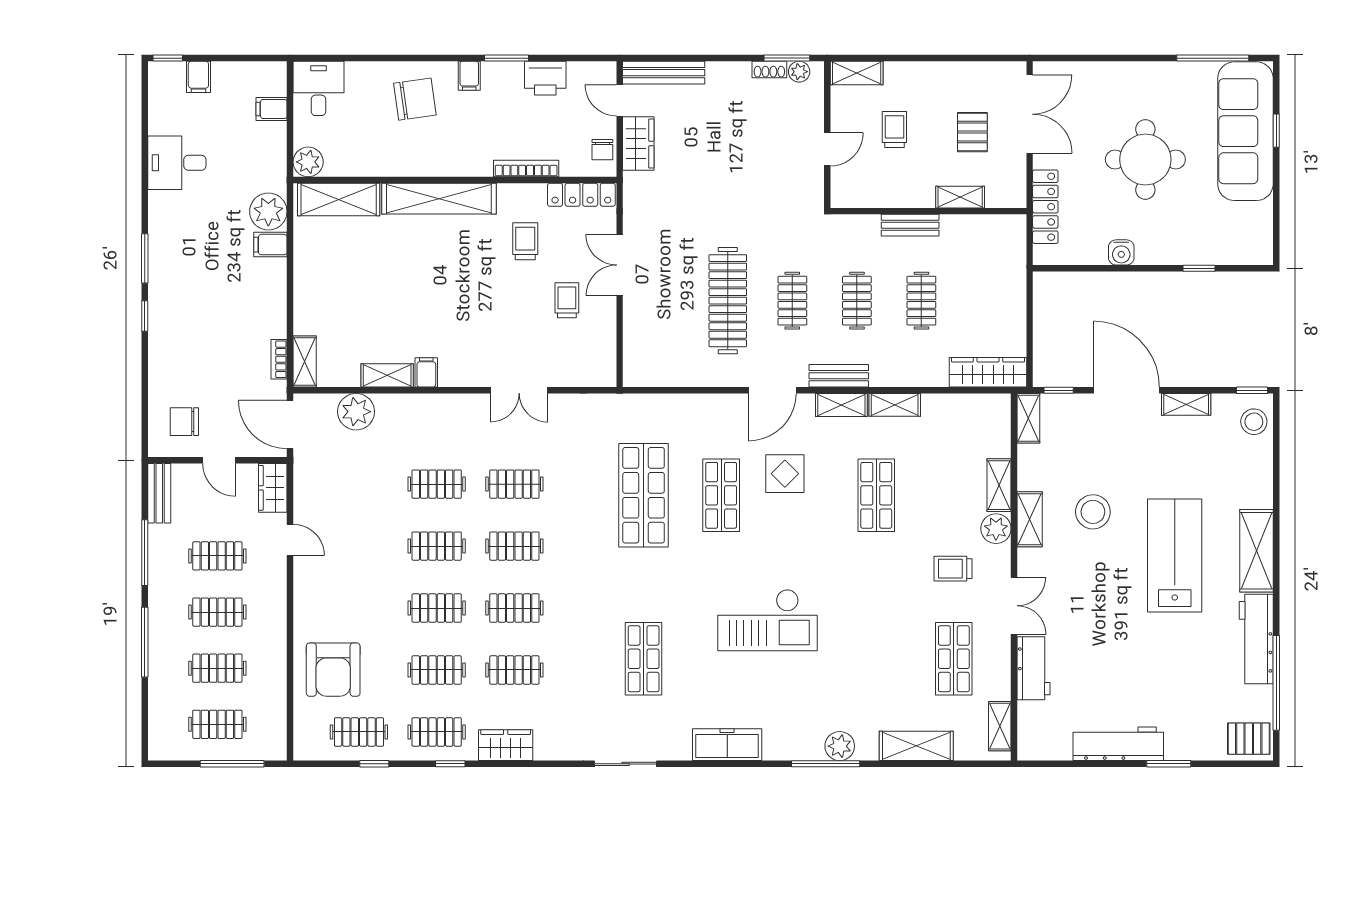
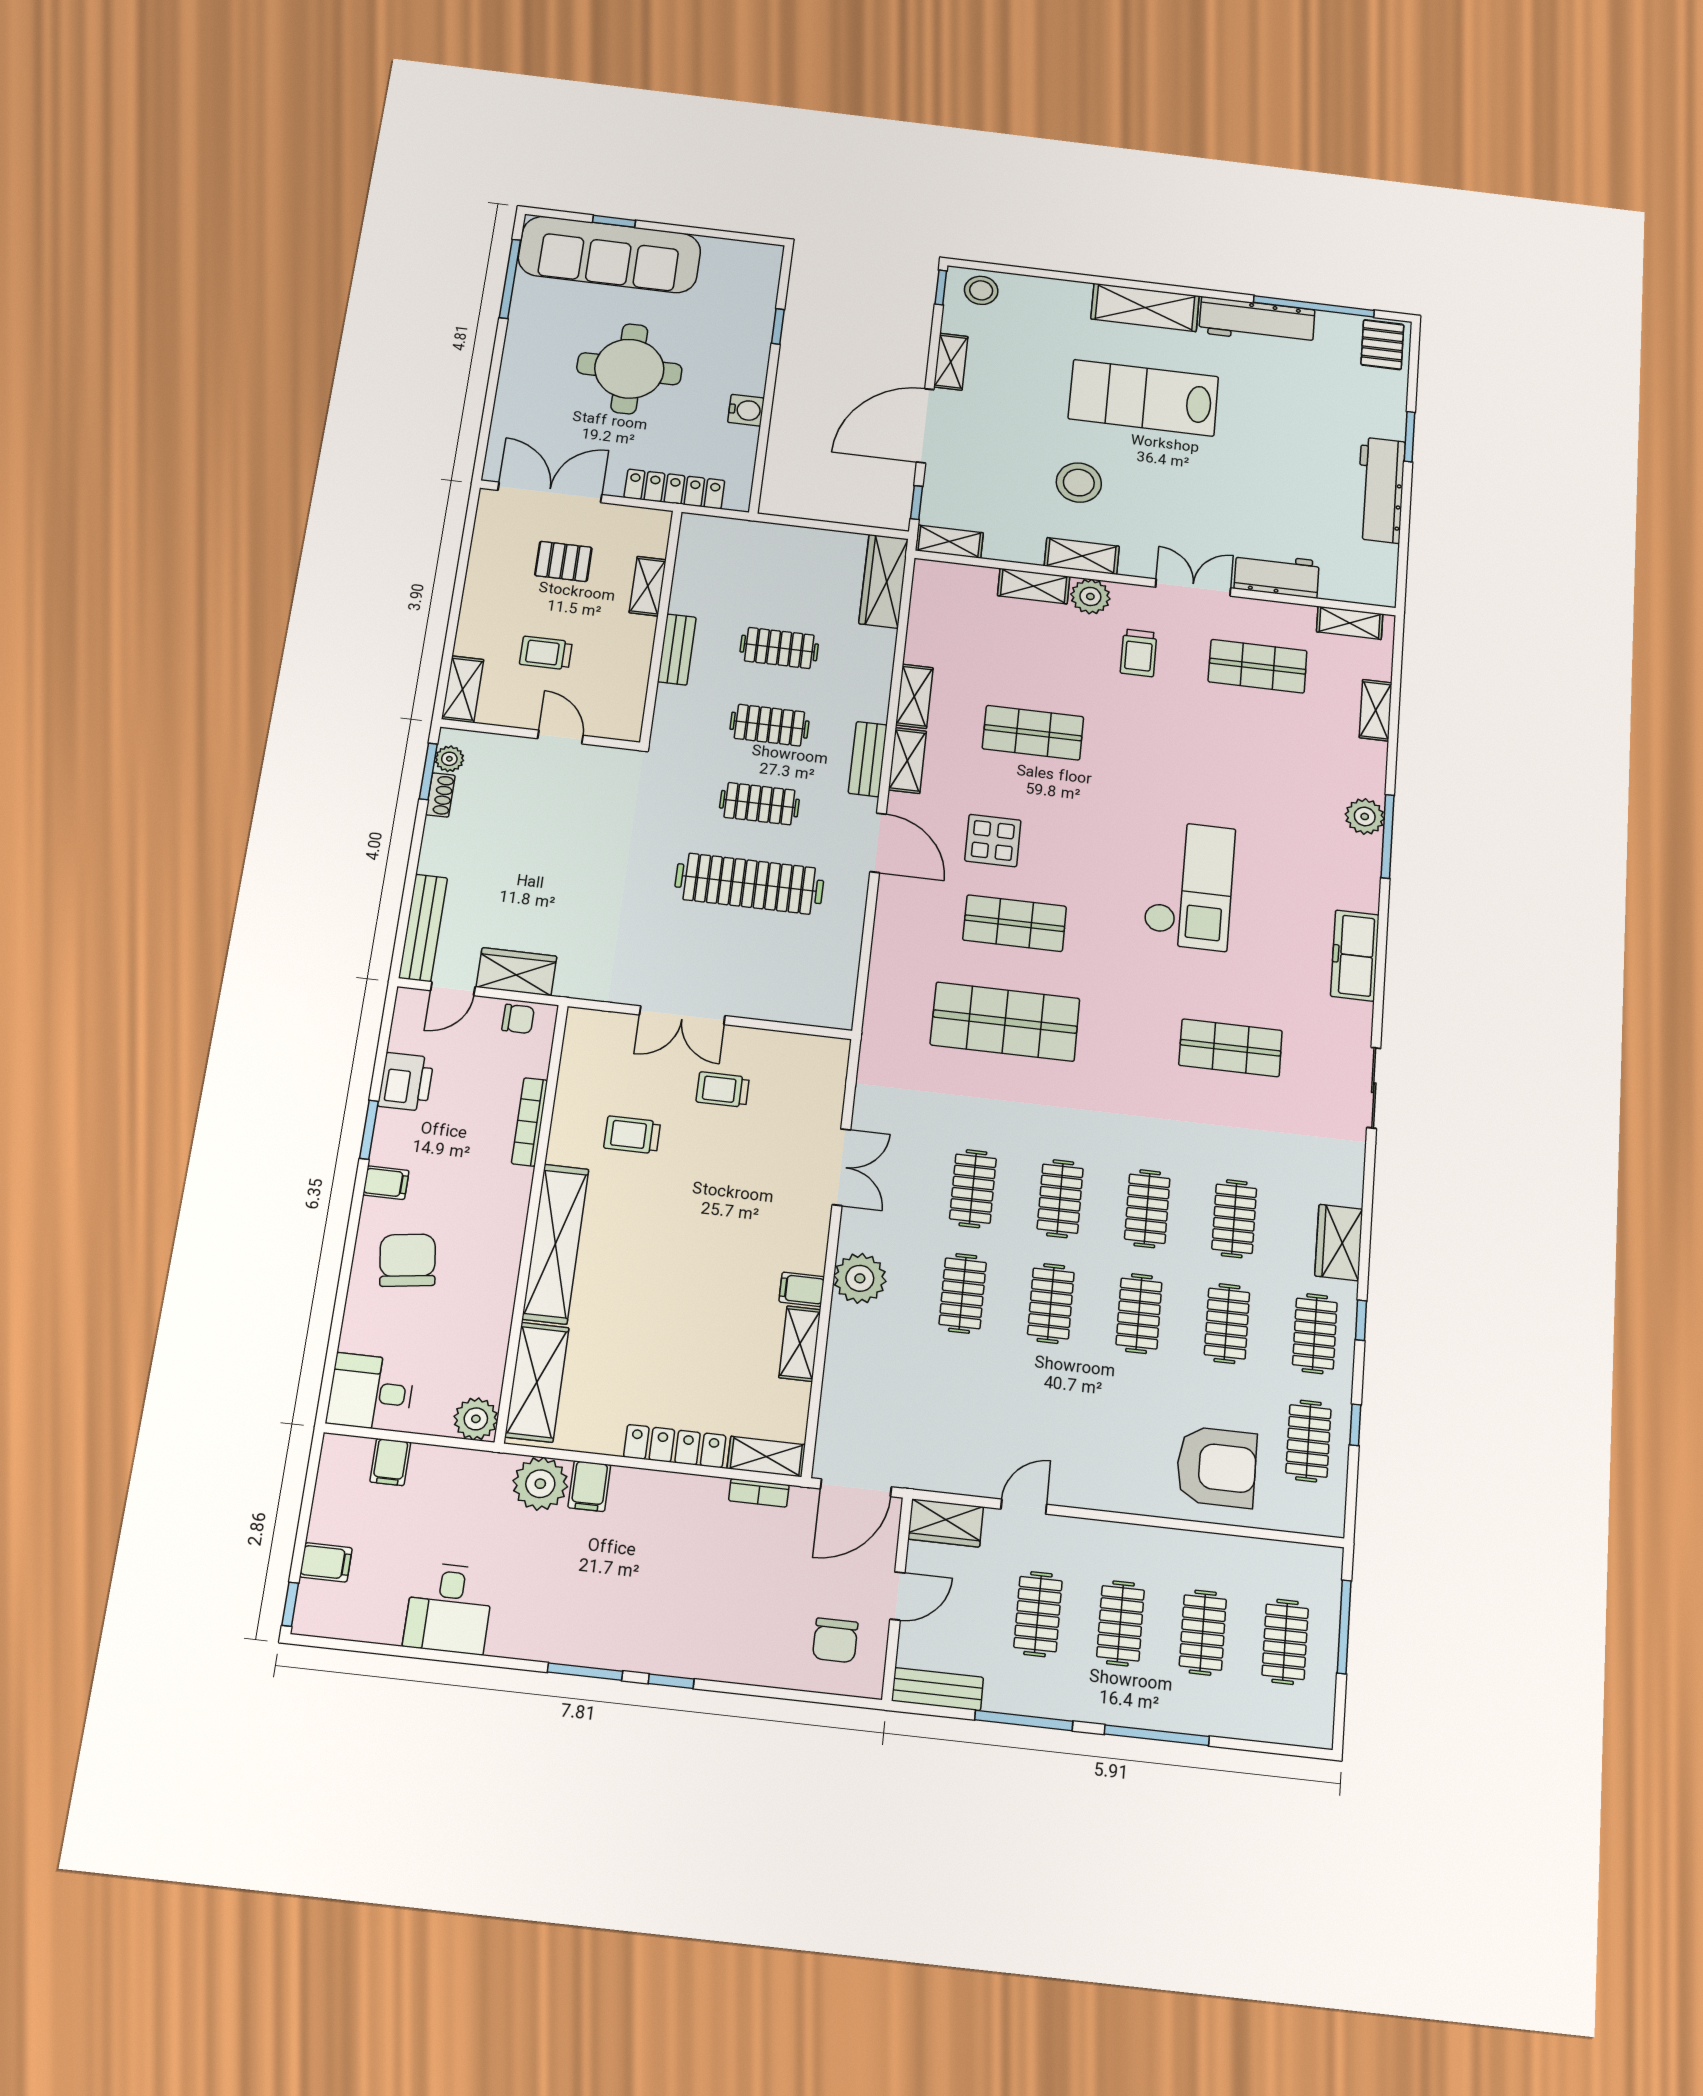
locker: (581, 195) -> (675, 1446), moved, turned -90
plant: (356, 412) -> (860, 1278), moved
shelving: (916, 746) -> (1376, 710), width x0.67, depth x0.75

